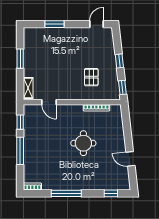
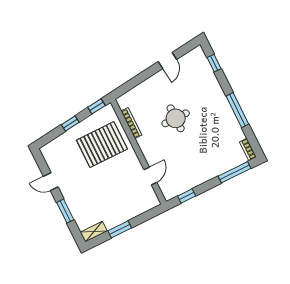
door: (97, 24) -> (51, 182), moved
pallet: (91, 77) -> (102, 145), width x2.05, depth x2.00
shelving: (28, 88) -> (94, 232), moved
window: (20, 151) -> (235, 172), moved

